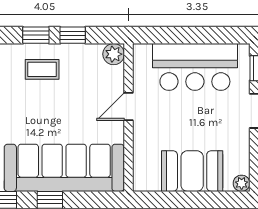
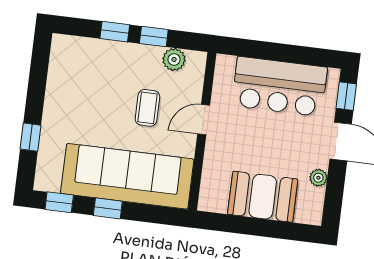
plant: (114, 54) -> (174, 59), moved
coffee table: (42, 69) -> (147, 108), moved, turned 90
plant: (242, 183) -> (318, 178), moved

